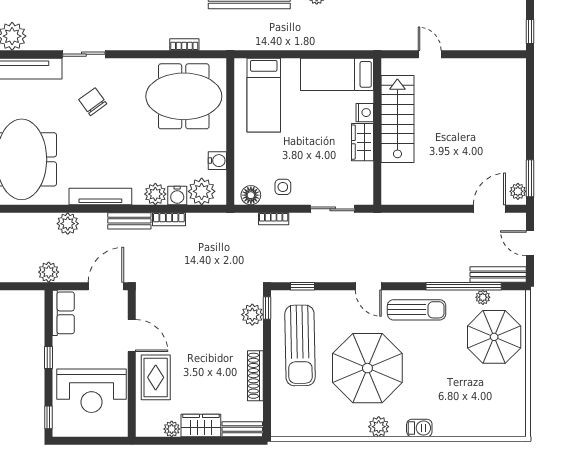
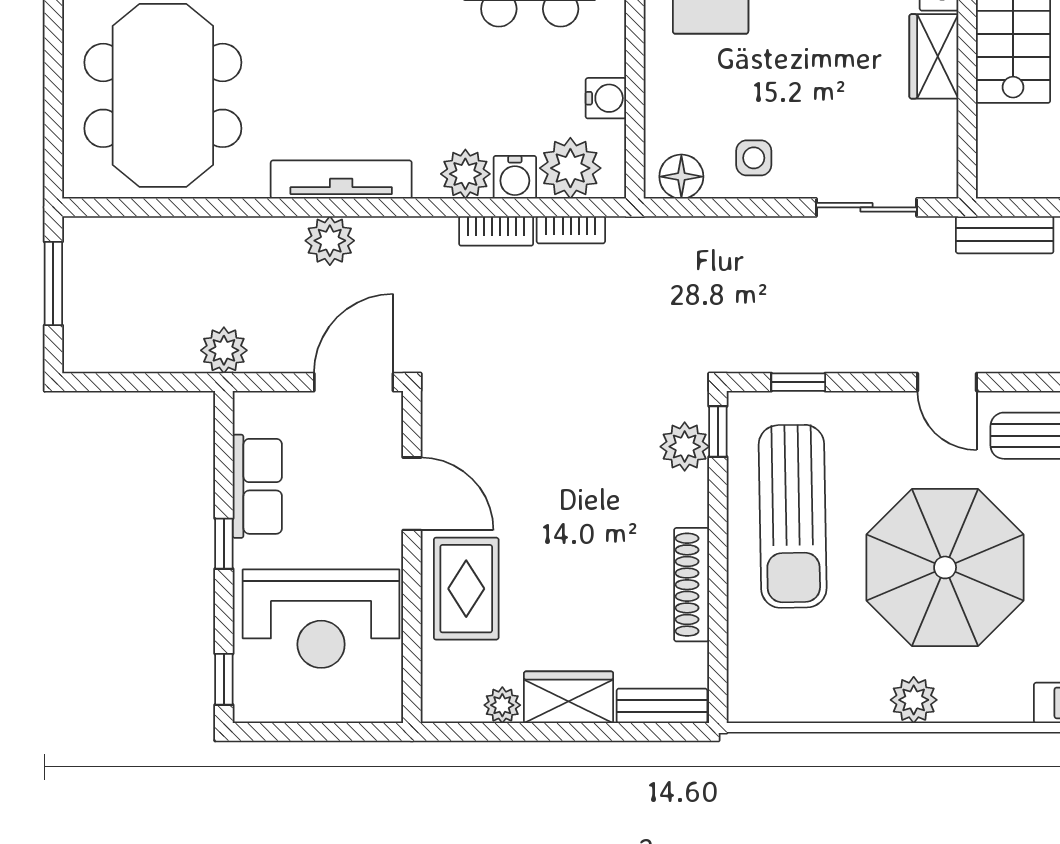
bookcase: (274, 219) -> (571, 230), moved
bench: (129, 221) -> (1005, 235), moved
plant: (68, 224) -> (330, 241), moved
row of seats: (63, 313) -> (257, 486), moved
plant: (379, 427) -> (914, 700), moved

